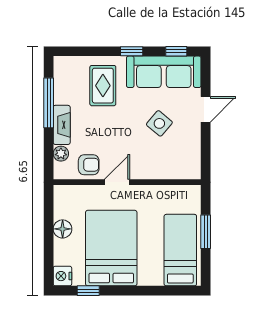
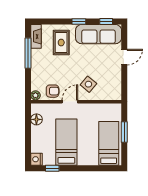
side table: (159, 123) -> (88, 84), moved
fireplace: (62, 125) -> (36, 36), moved
plant: (61, 154) -> (35, 95), moved
floor lamp: (63, 229) -> (36, 119), moved
bed: (111, 248) -> (66, 142), width x0.67

